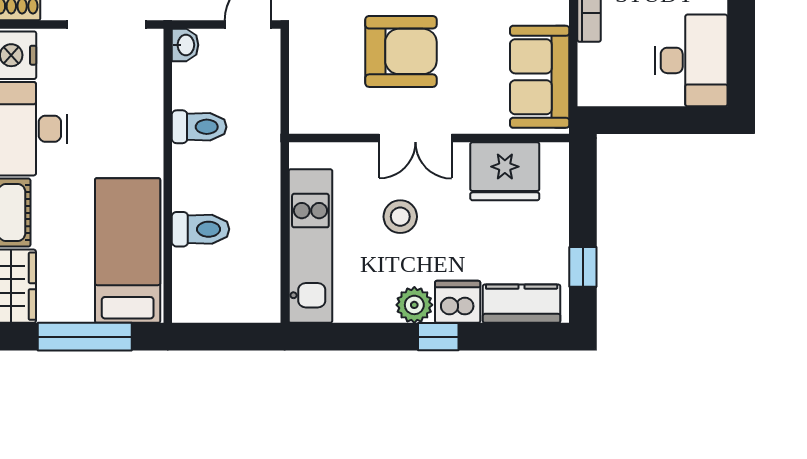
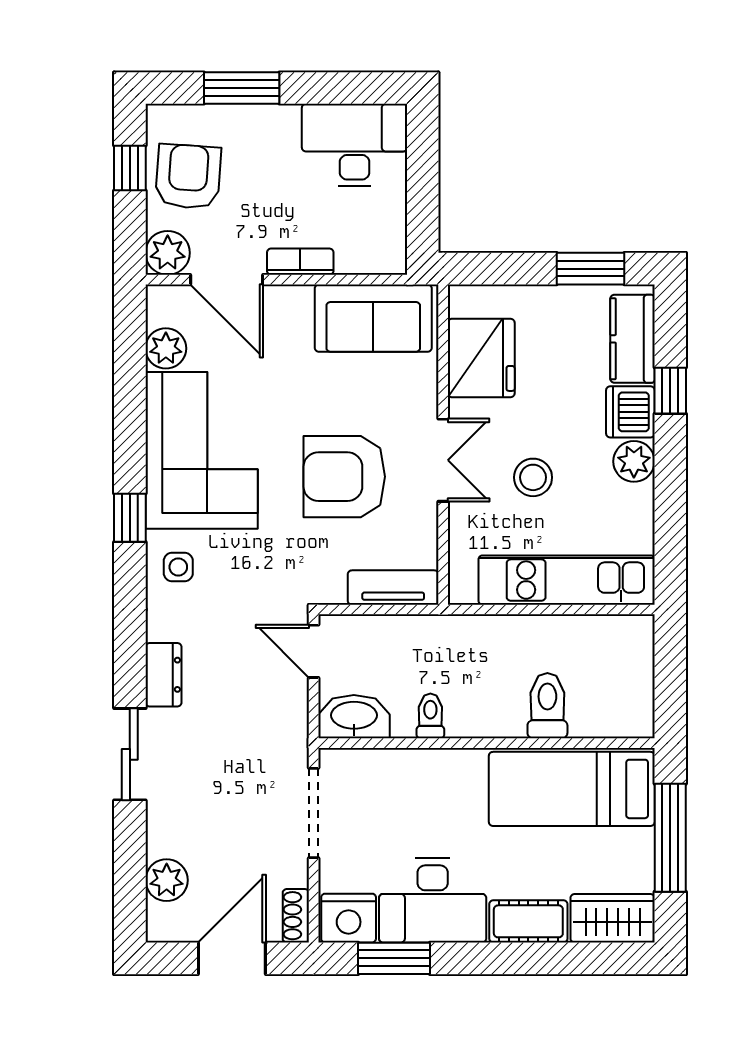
washbasin: (185, 45) -> (354, 717), width x1.91, depth x1.45
armchair: (401, 51) -> (344, 477), turned -90
tv unit: (304, 94) -> (393, 588), added
toilet: (199, 127) -> (430, 716), width x0.73, depth x0.72
window: (583, 267) -> (590, 269), width x1.50
window: (438, 337) -> (670, 391), moved

